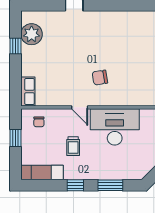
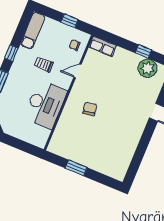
door: (80, 107) -> (78, 71), moved

